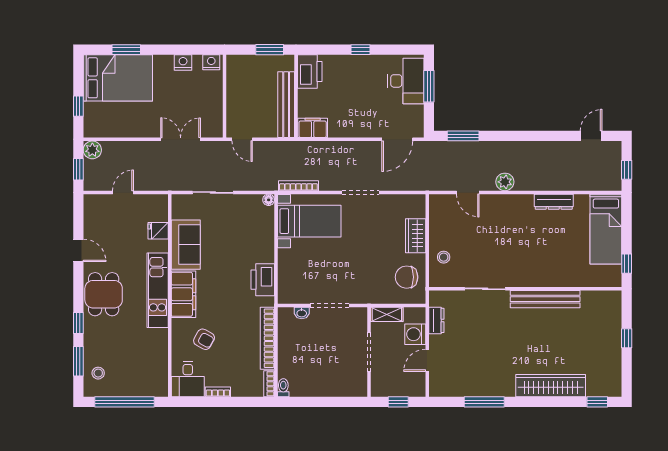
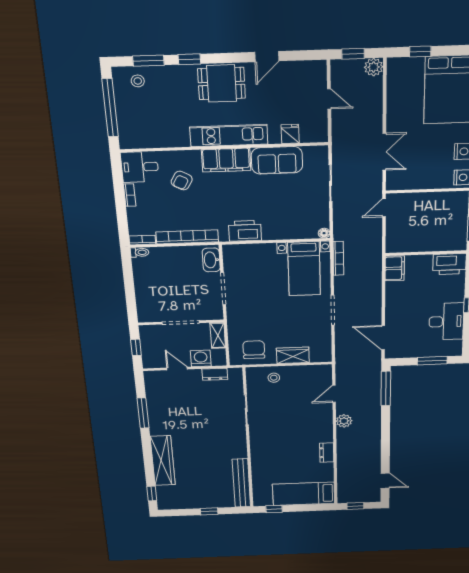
desk: (406, 81) -> (446, 321), moved, turned -90
bench: (286, 105) -> (418, 245), removed
window: (463, 136) -> (386, 388), width x1.44
dresser: (554, 202) -> (327, 453), width x0.70
bench: (545, 299) -> (241, 483), moved
washbasin: (302, 313) -> (211, 260), width x1.91, depth x1.45

